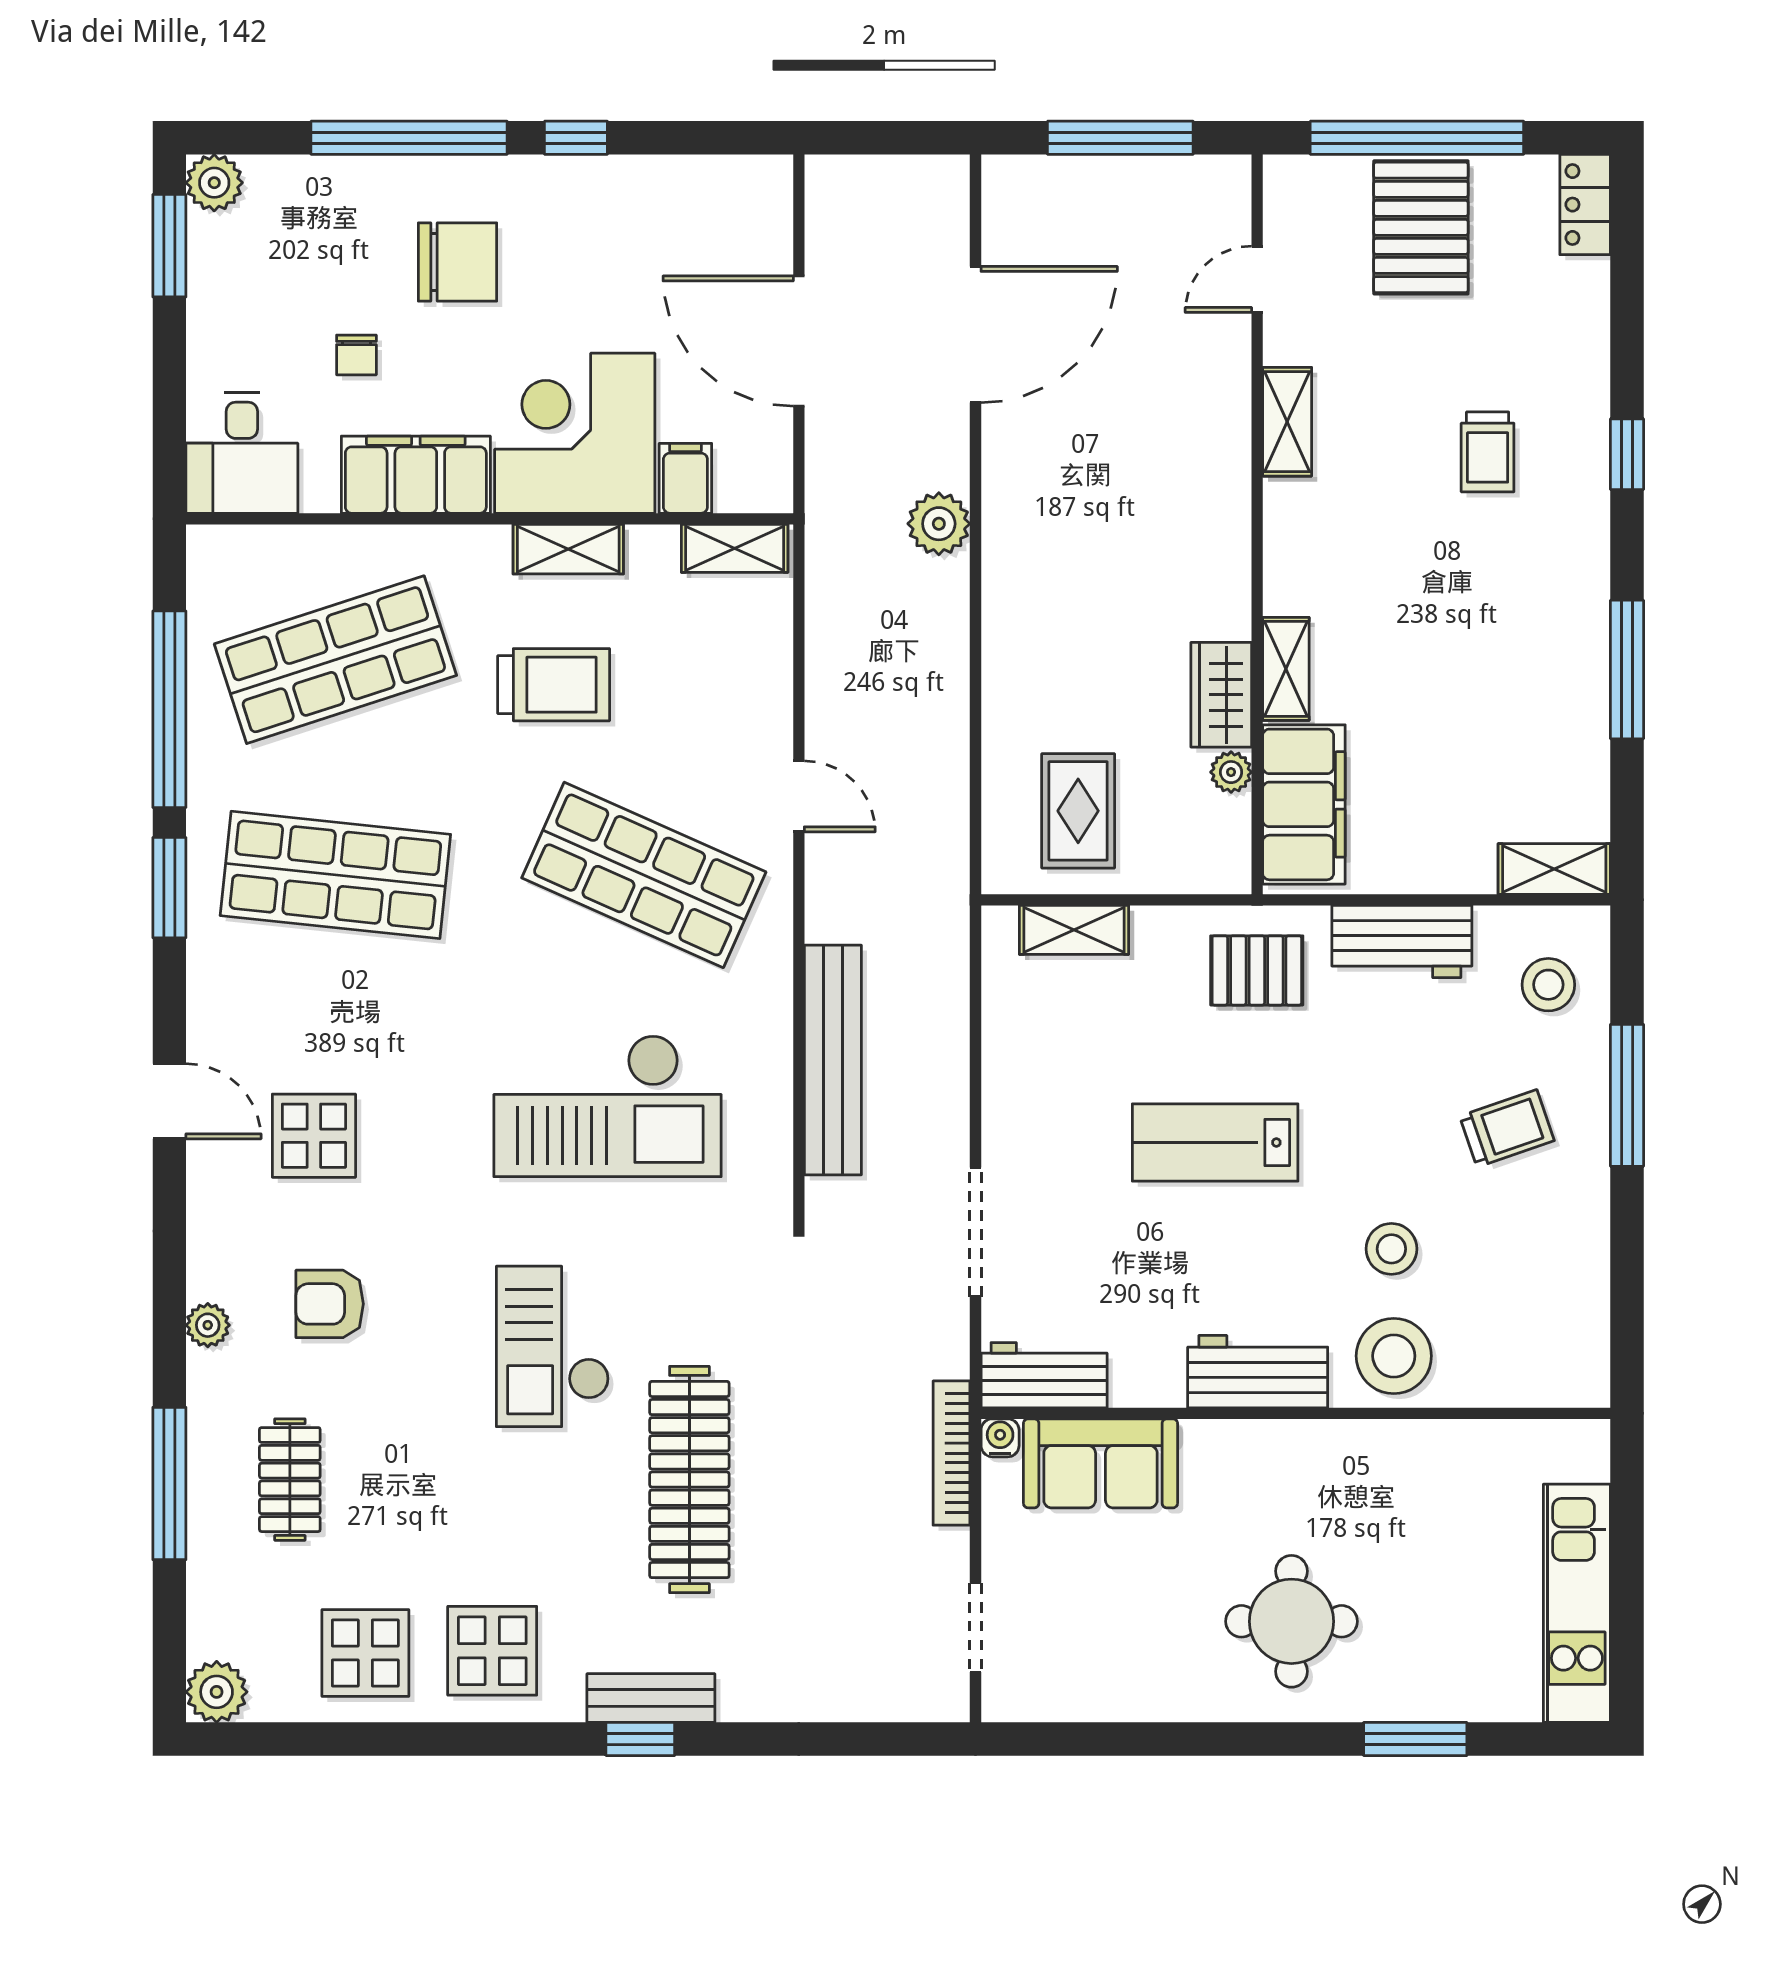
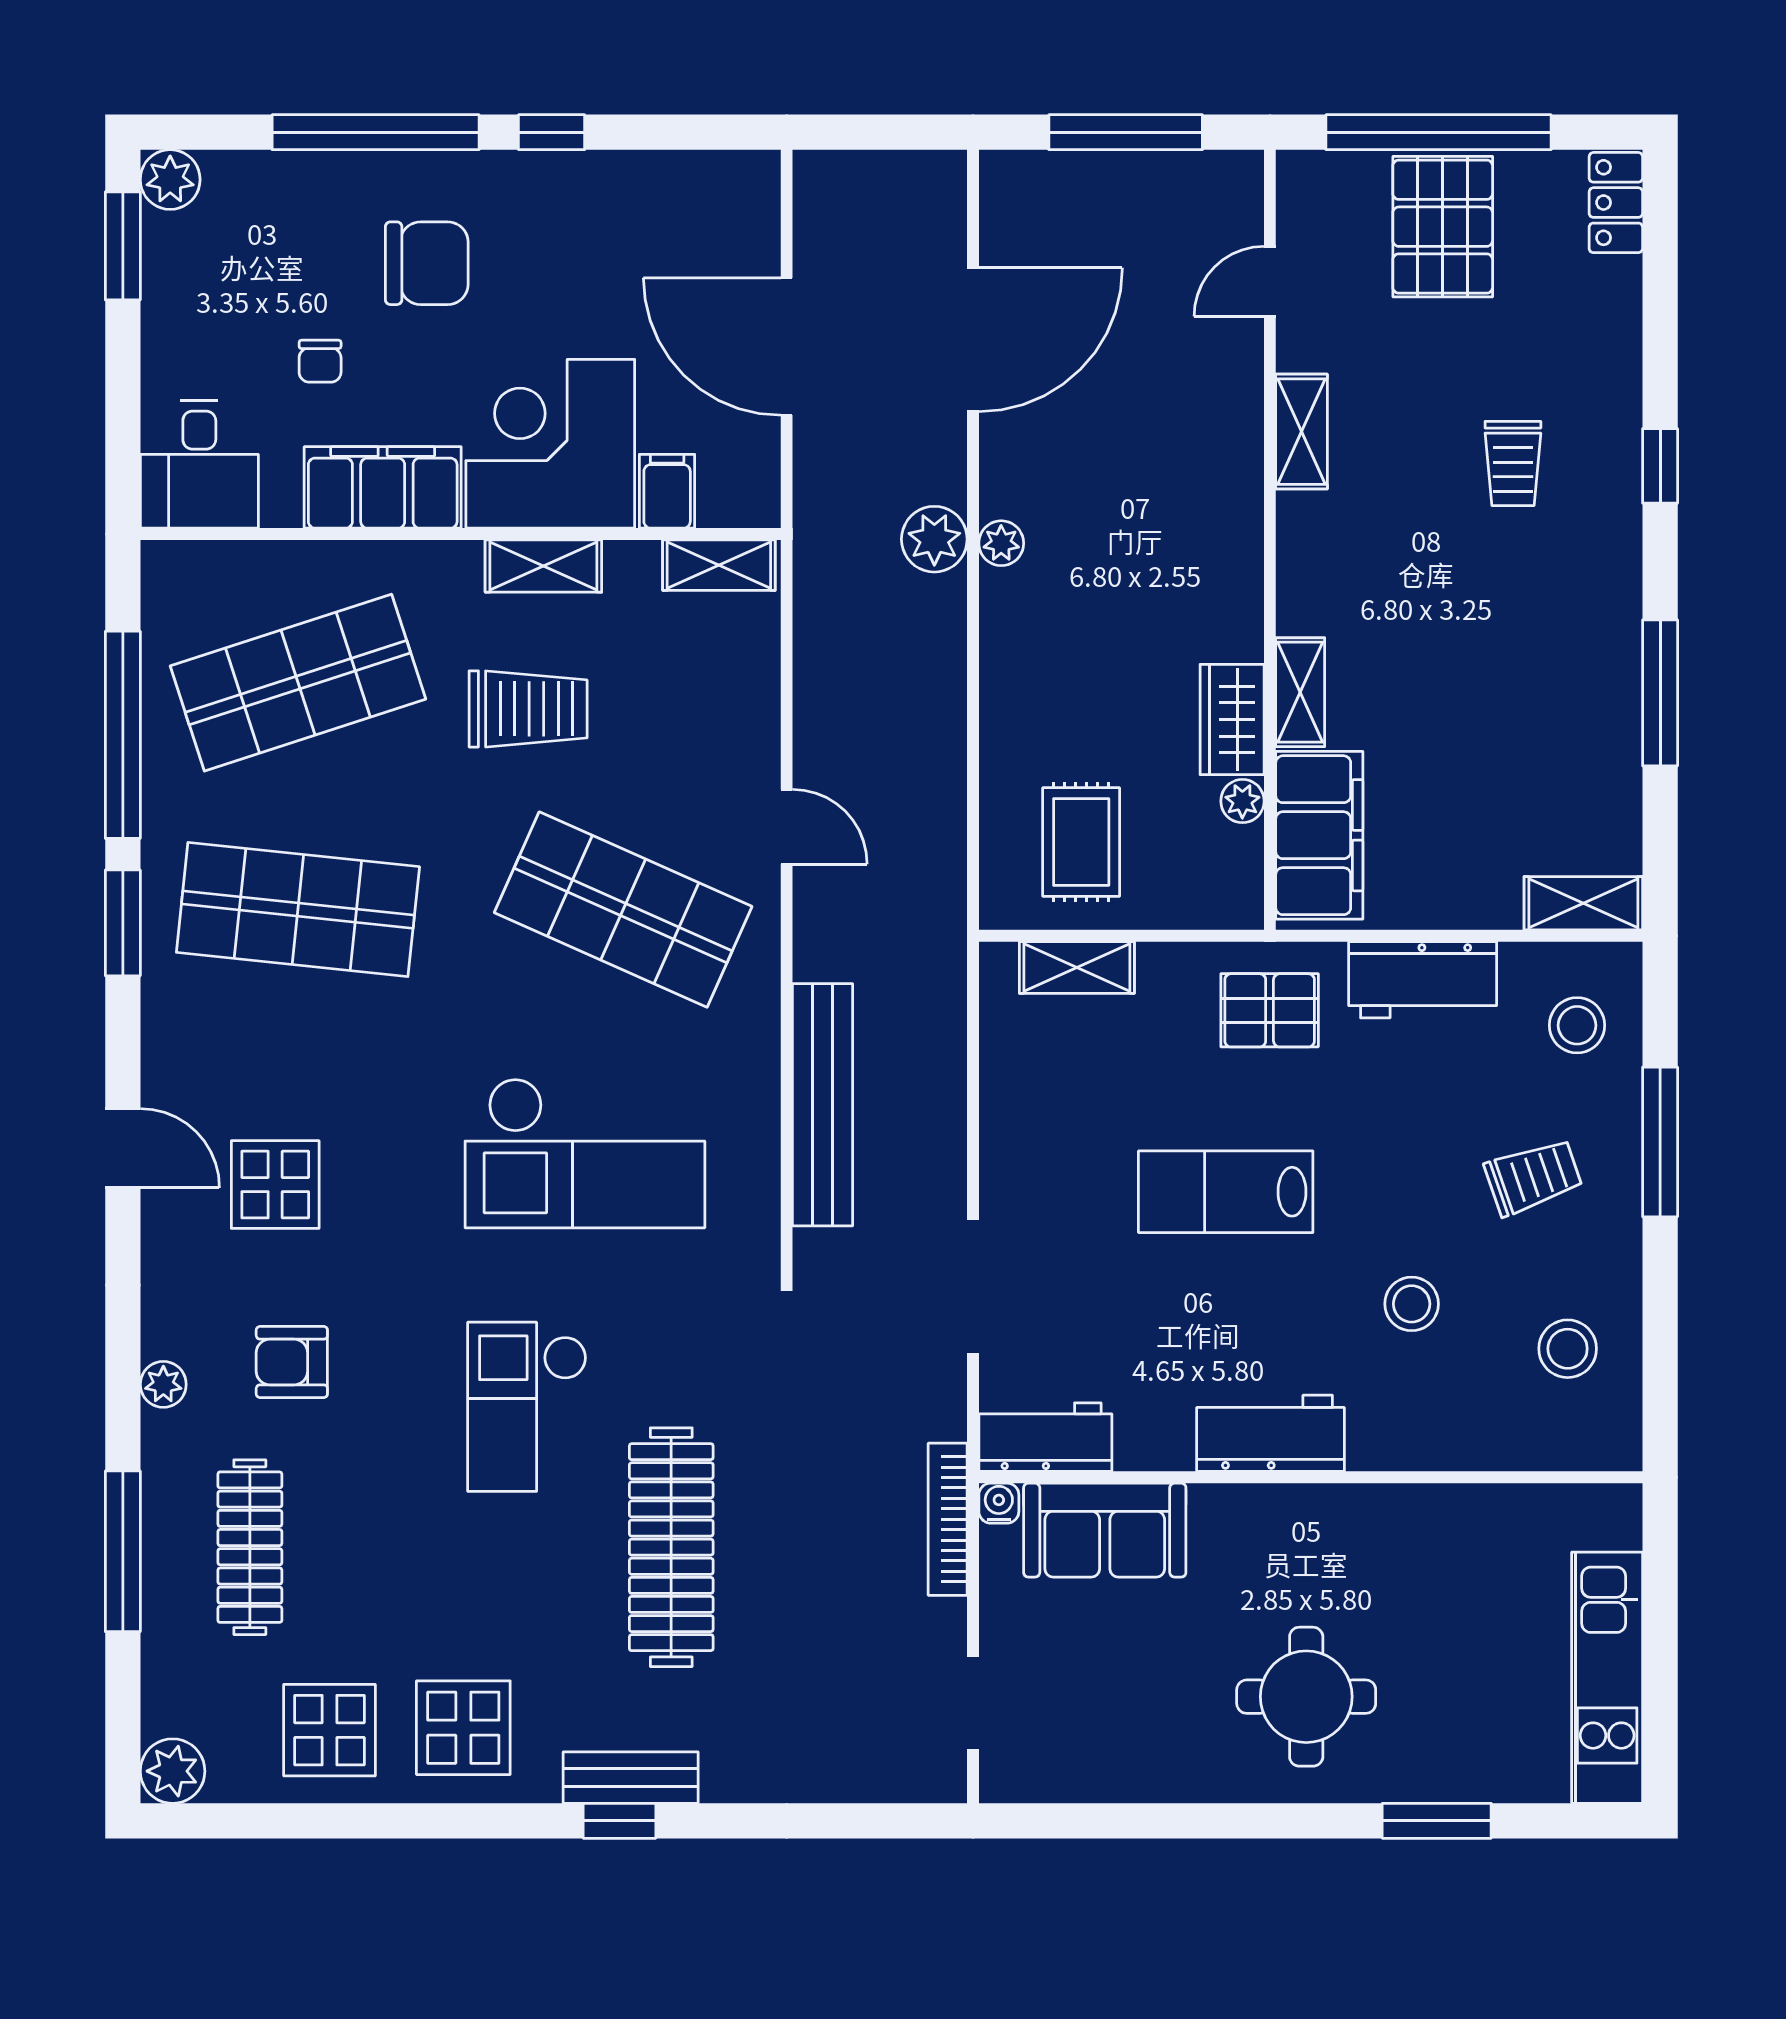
plant: (1002, 528) -> (1001, 543), added
stool: (1394, 1356) -> (1568, 1349), moved, width x0.73, depth x0.73
clothes rail: (290, 1480) -> (250, 1547), width x1.36

